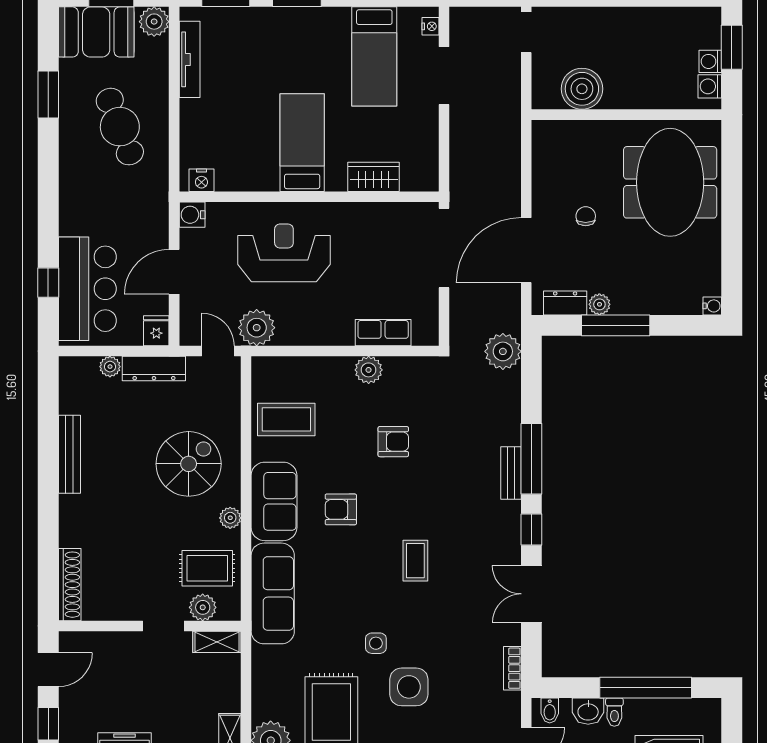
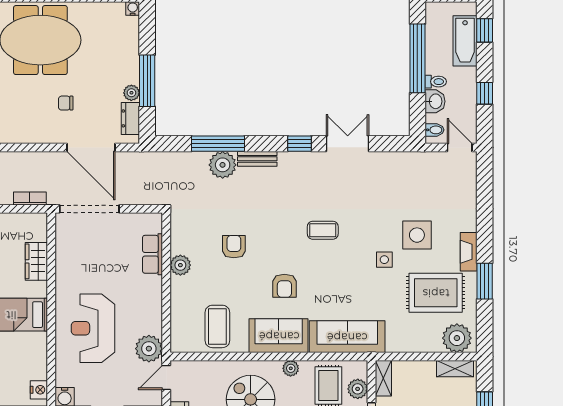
plant: (503, 351) -> (223, 165), moved
window: (531, 459) -> (218, 144), moved
double door: (531, 594) -> (348, 144), swing flipped
bookcase: (512, 668) -> (30, 198), moved, turned 180

